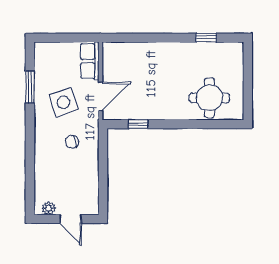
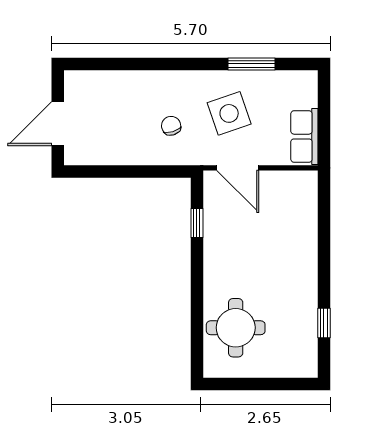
row of seats: (90, 61) -> (304, 137), moved, turned -90
plant: (49, 208) -> (73, 92), removed
door: (70, 219) -> (58, 124), width x1.38

